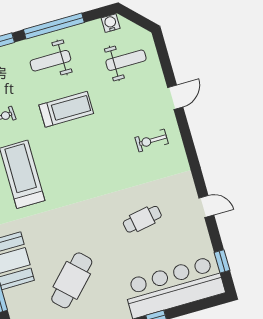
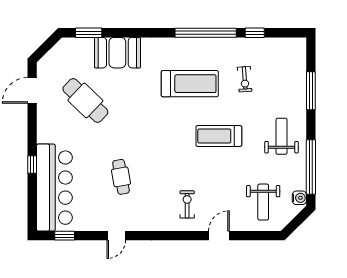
window: (54, 26) -> (311, 167), moved
door: (175, 97) -> (219, 236), swing flipped
treadmill: (66, 109) -> (219, 136), moved, turned 90

